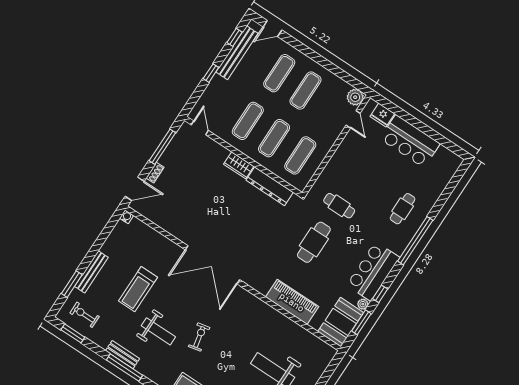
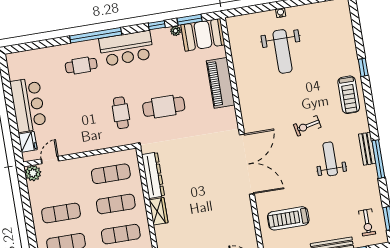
bar counter: (373, 271) -> (126, 48), moved
treadmill: (138, 289) -> (288, 218), moved, turned 180
bench: (123, 355) -> (367, 149), moved

